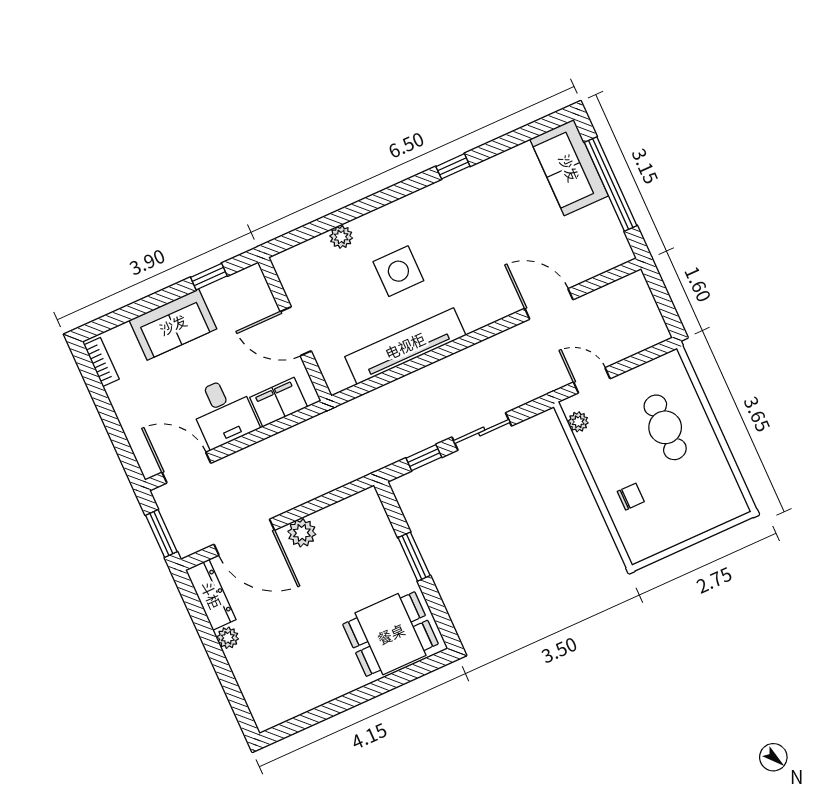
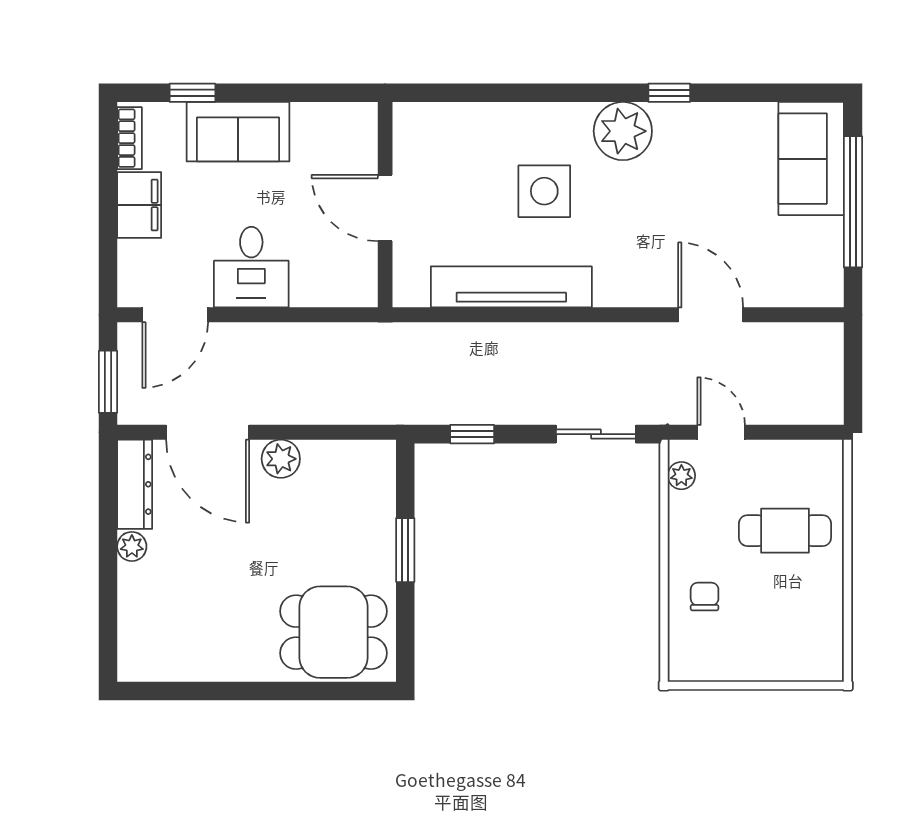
plant: (341, 237) -> (623, 131), moved, width x1.87, depth x1.87
window: (209, 277) -> (192, 93), moved
filing cabinet: (279, 402) -> (139, 205), moved, turned 90
cafe table: (665, 427) -> (785, 531), turned 90
sliding door: (482, 431) -> (596, 434), moved
door: (186, 468) -> (175, 315), swing flipped
chair: (631, 497) -> (705, 597), turned -90

